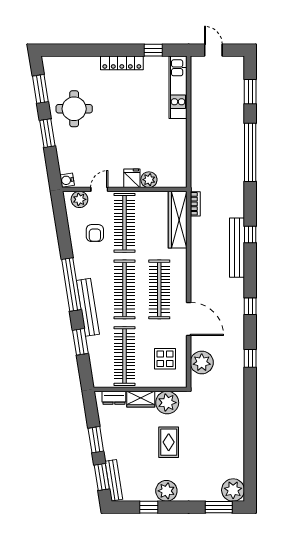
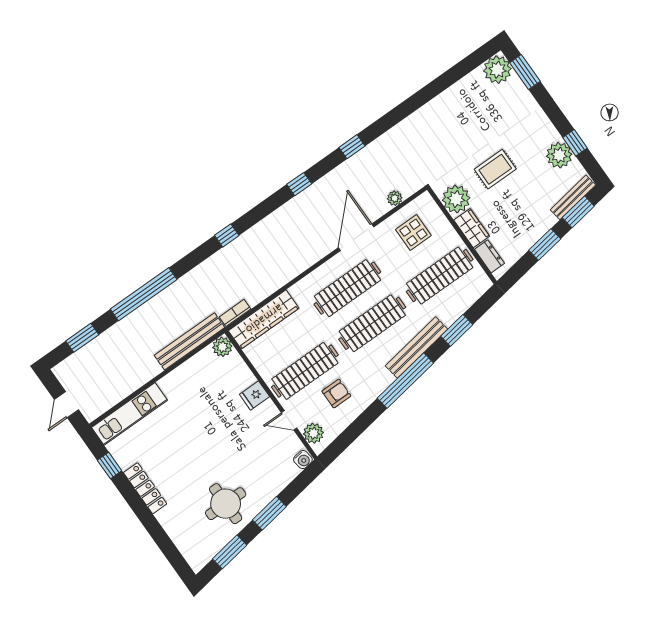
plant: (149, 180) -> (222, 347), moved
bench: (237, 248) -> (190, 341), moved
plant: (202, 362) -> (395, 198), width x0.53, depth x0.53
plant: (166, 491) -> (559, 155), moved

